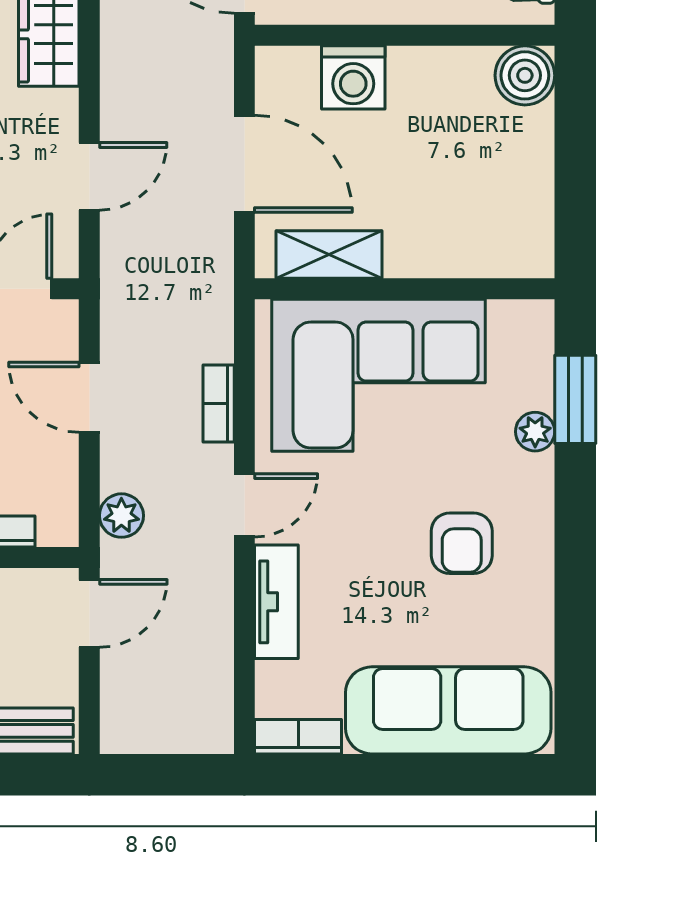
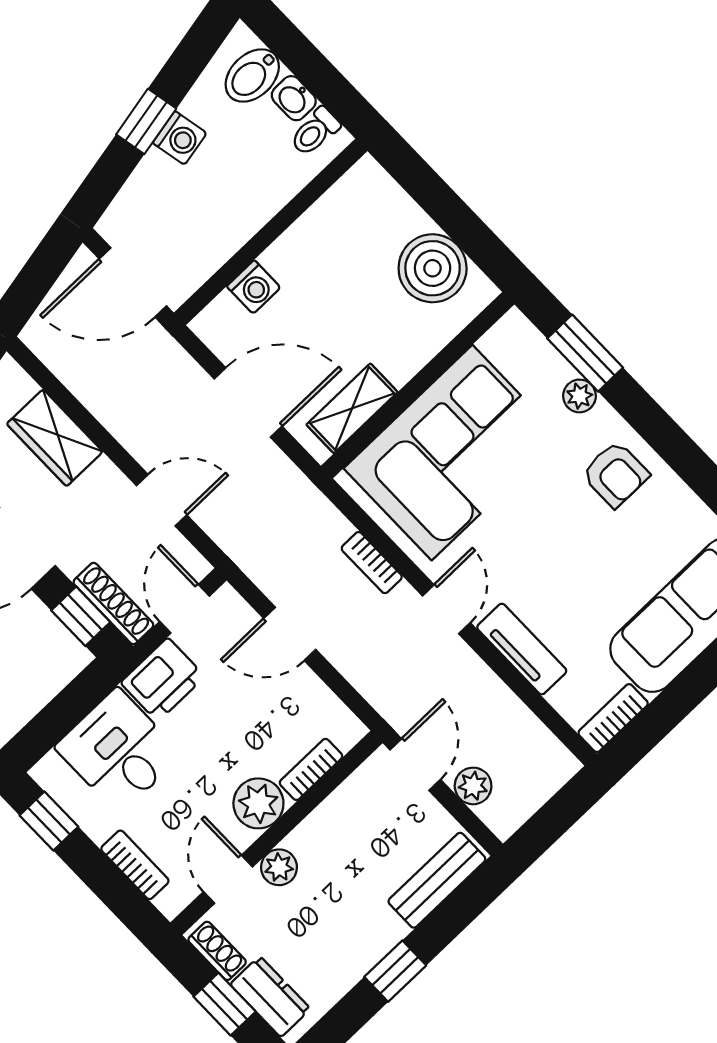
boiler: (525, 75) -> (433, 268), moved, width x1.37, depth x1.37
washing machine: (353, 77) -> (254, 287), width x0.73, depth x0.73
door: (89, 176) -> (162, 500), hinge flipped
plant: (121, 516) -> (473, 786), moved
armchair: (462, 543) -> (615, 474), moved

